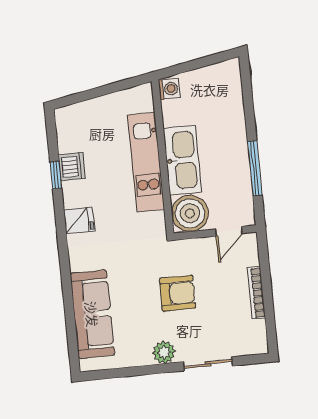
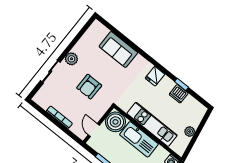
plant: (107, 104) -> (190, 132), added
sofa: (92, 314) -> (118, 49), width x0.73

